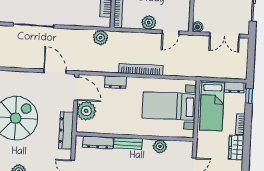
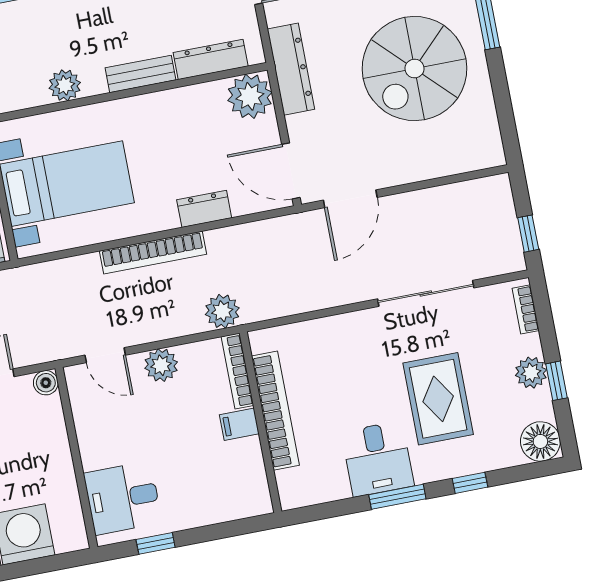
door: (171, 32) -> (105, 355), swing flipped
plant: (100, 38) -> (222, 311), moved
door: (55, 71) -> (350, 199), hinge flipped
plant: (86, 111) -> (250, 96), moved

